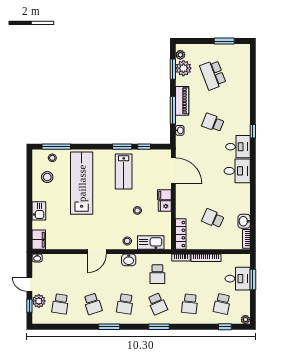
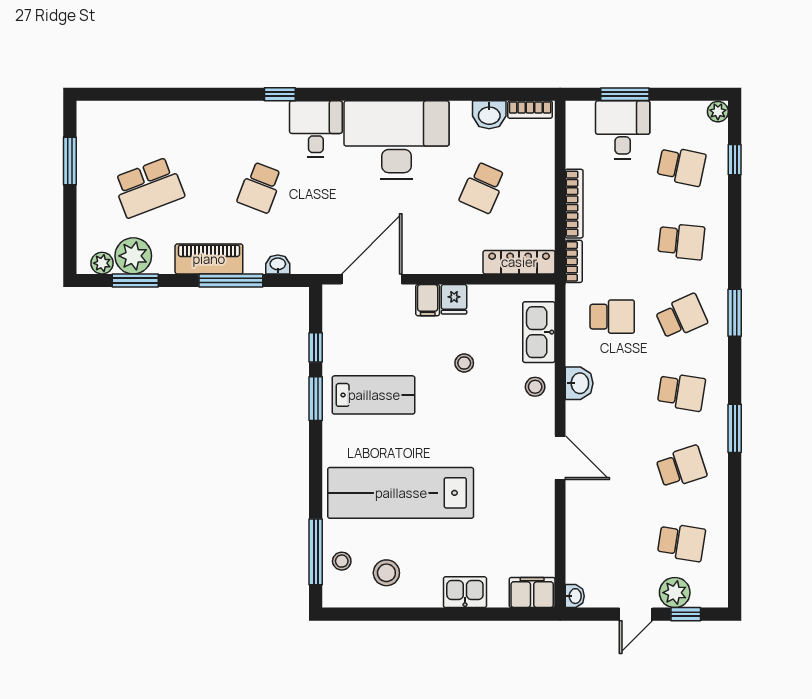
desk: (237, 171) -> (396, 140), width x1.87, depth x1.30

